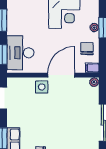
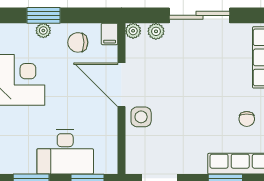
desk: (20, 53) -> (65, 152), moved
plant: (94, 96) -> (156, 31), added

